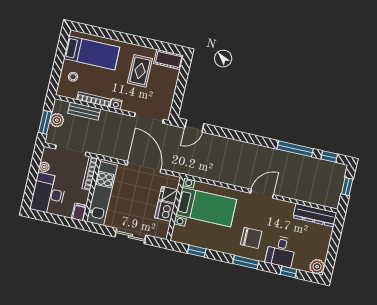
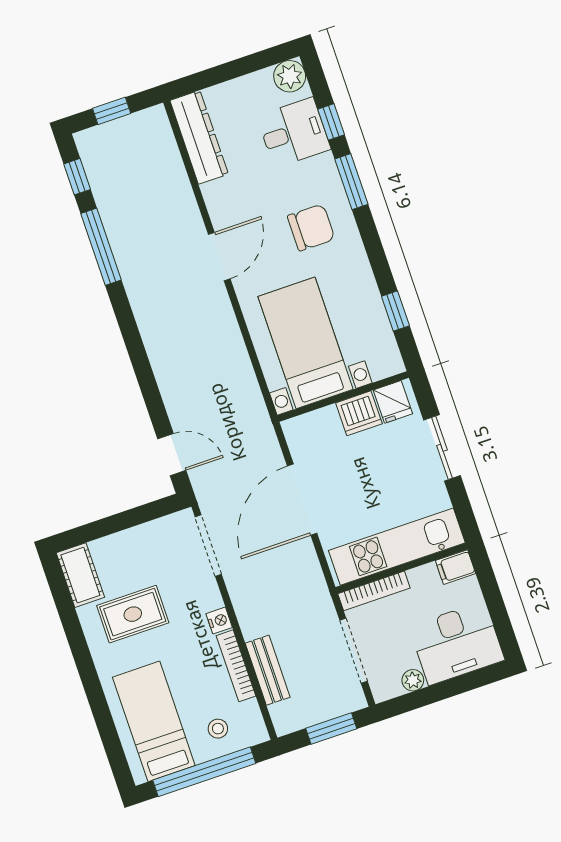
window: (59, 61) -> (204, 772), added
plant: (57, 120) -> (314, 710), removed
door: (262, 194) -> (219, 257), swing flipped
fridge: (168, 195) -> (393, 402), moved
chair: (251, 238) -> (311, 228), turned 90
desk: (281, 251) -> (294, 133), moved
window: (246, 262) -> (351, 182), moved

